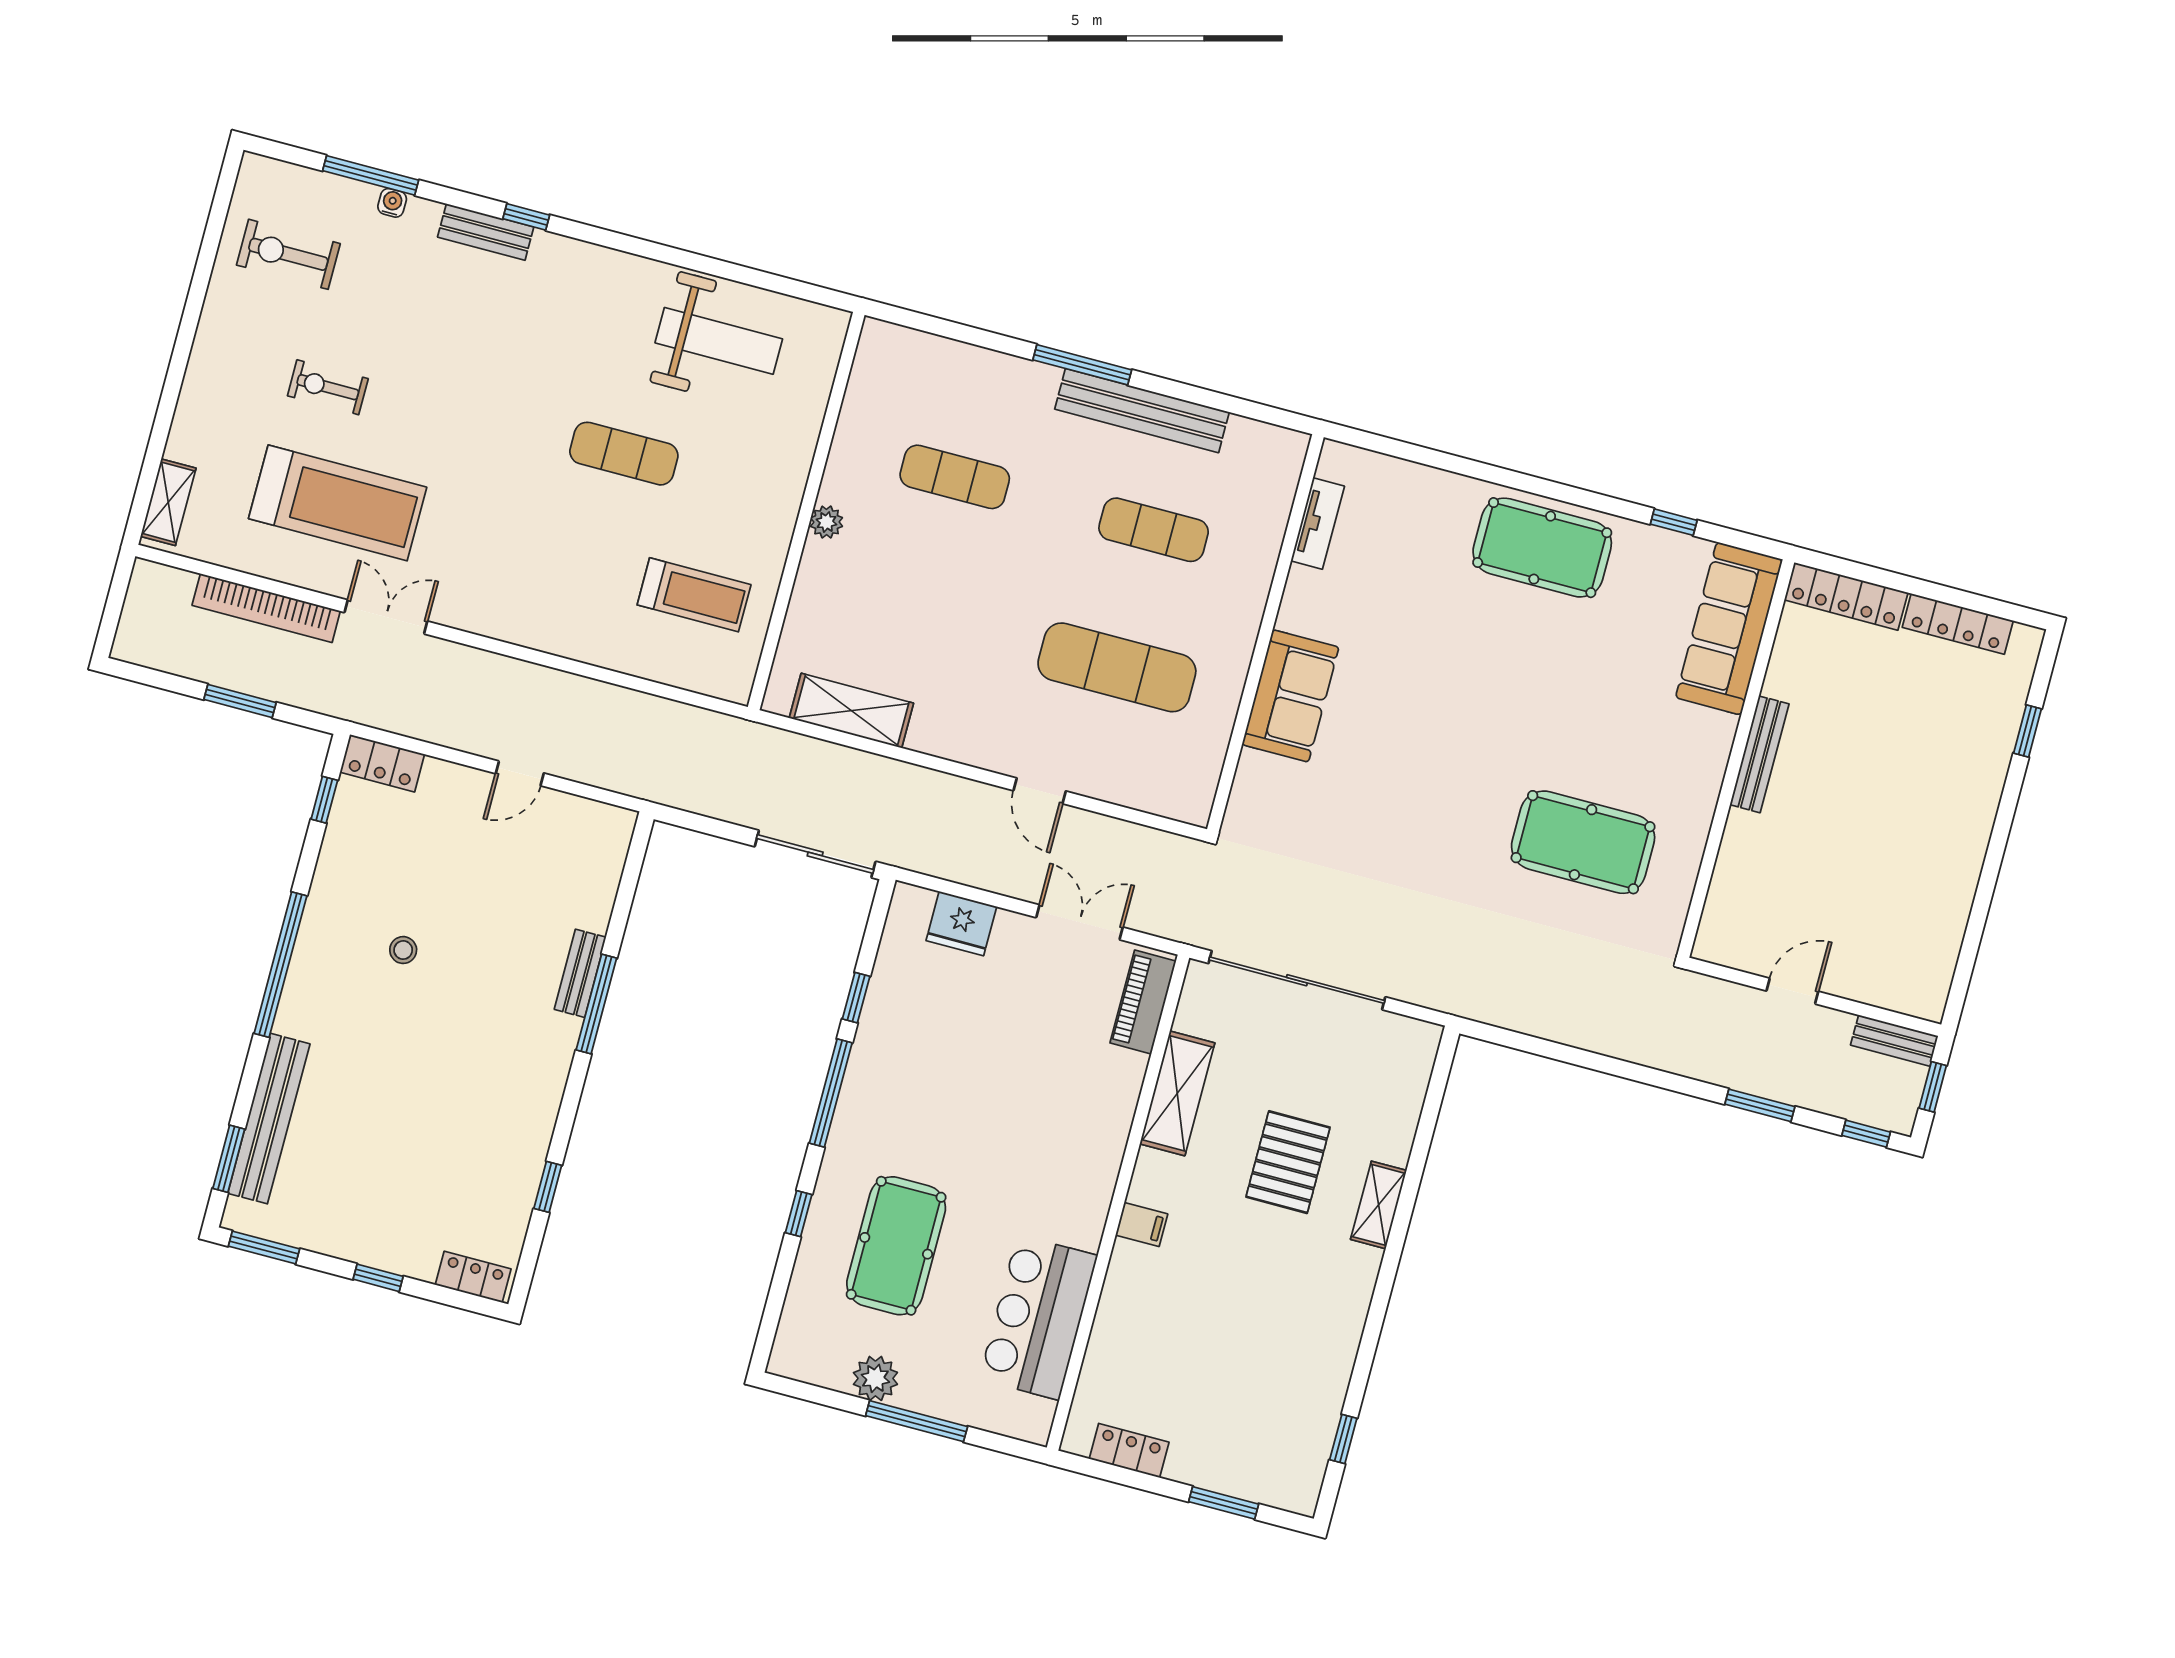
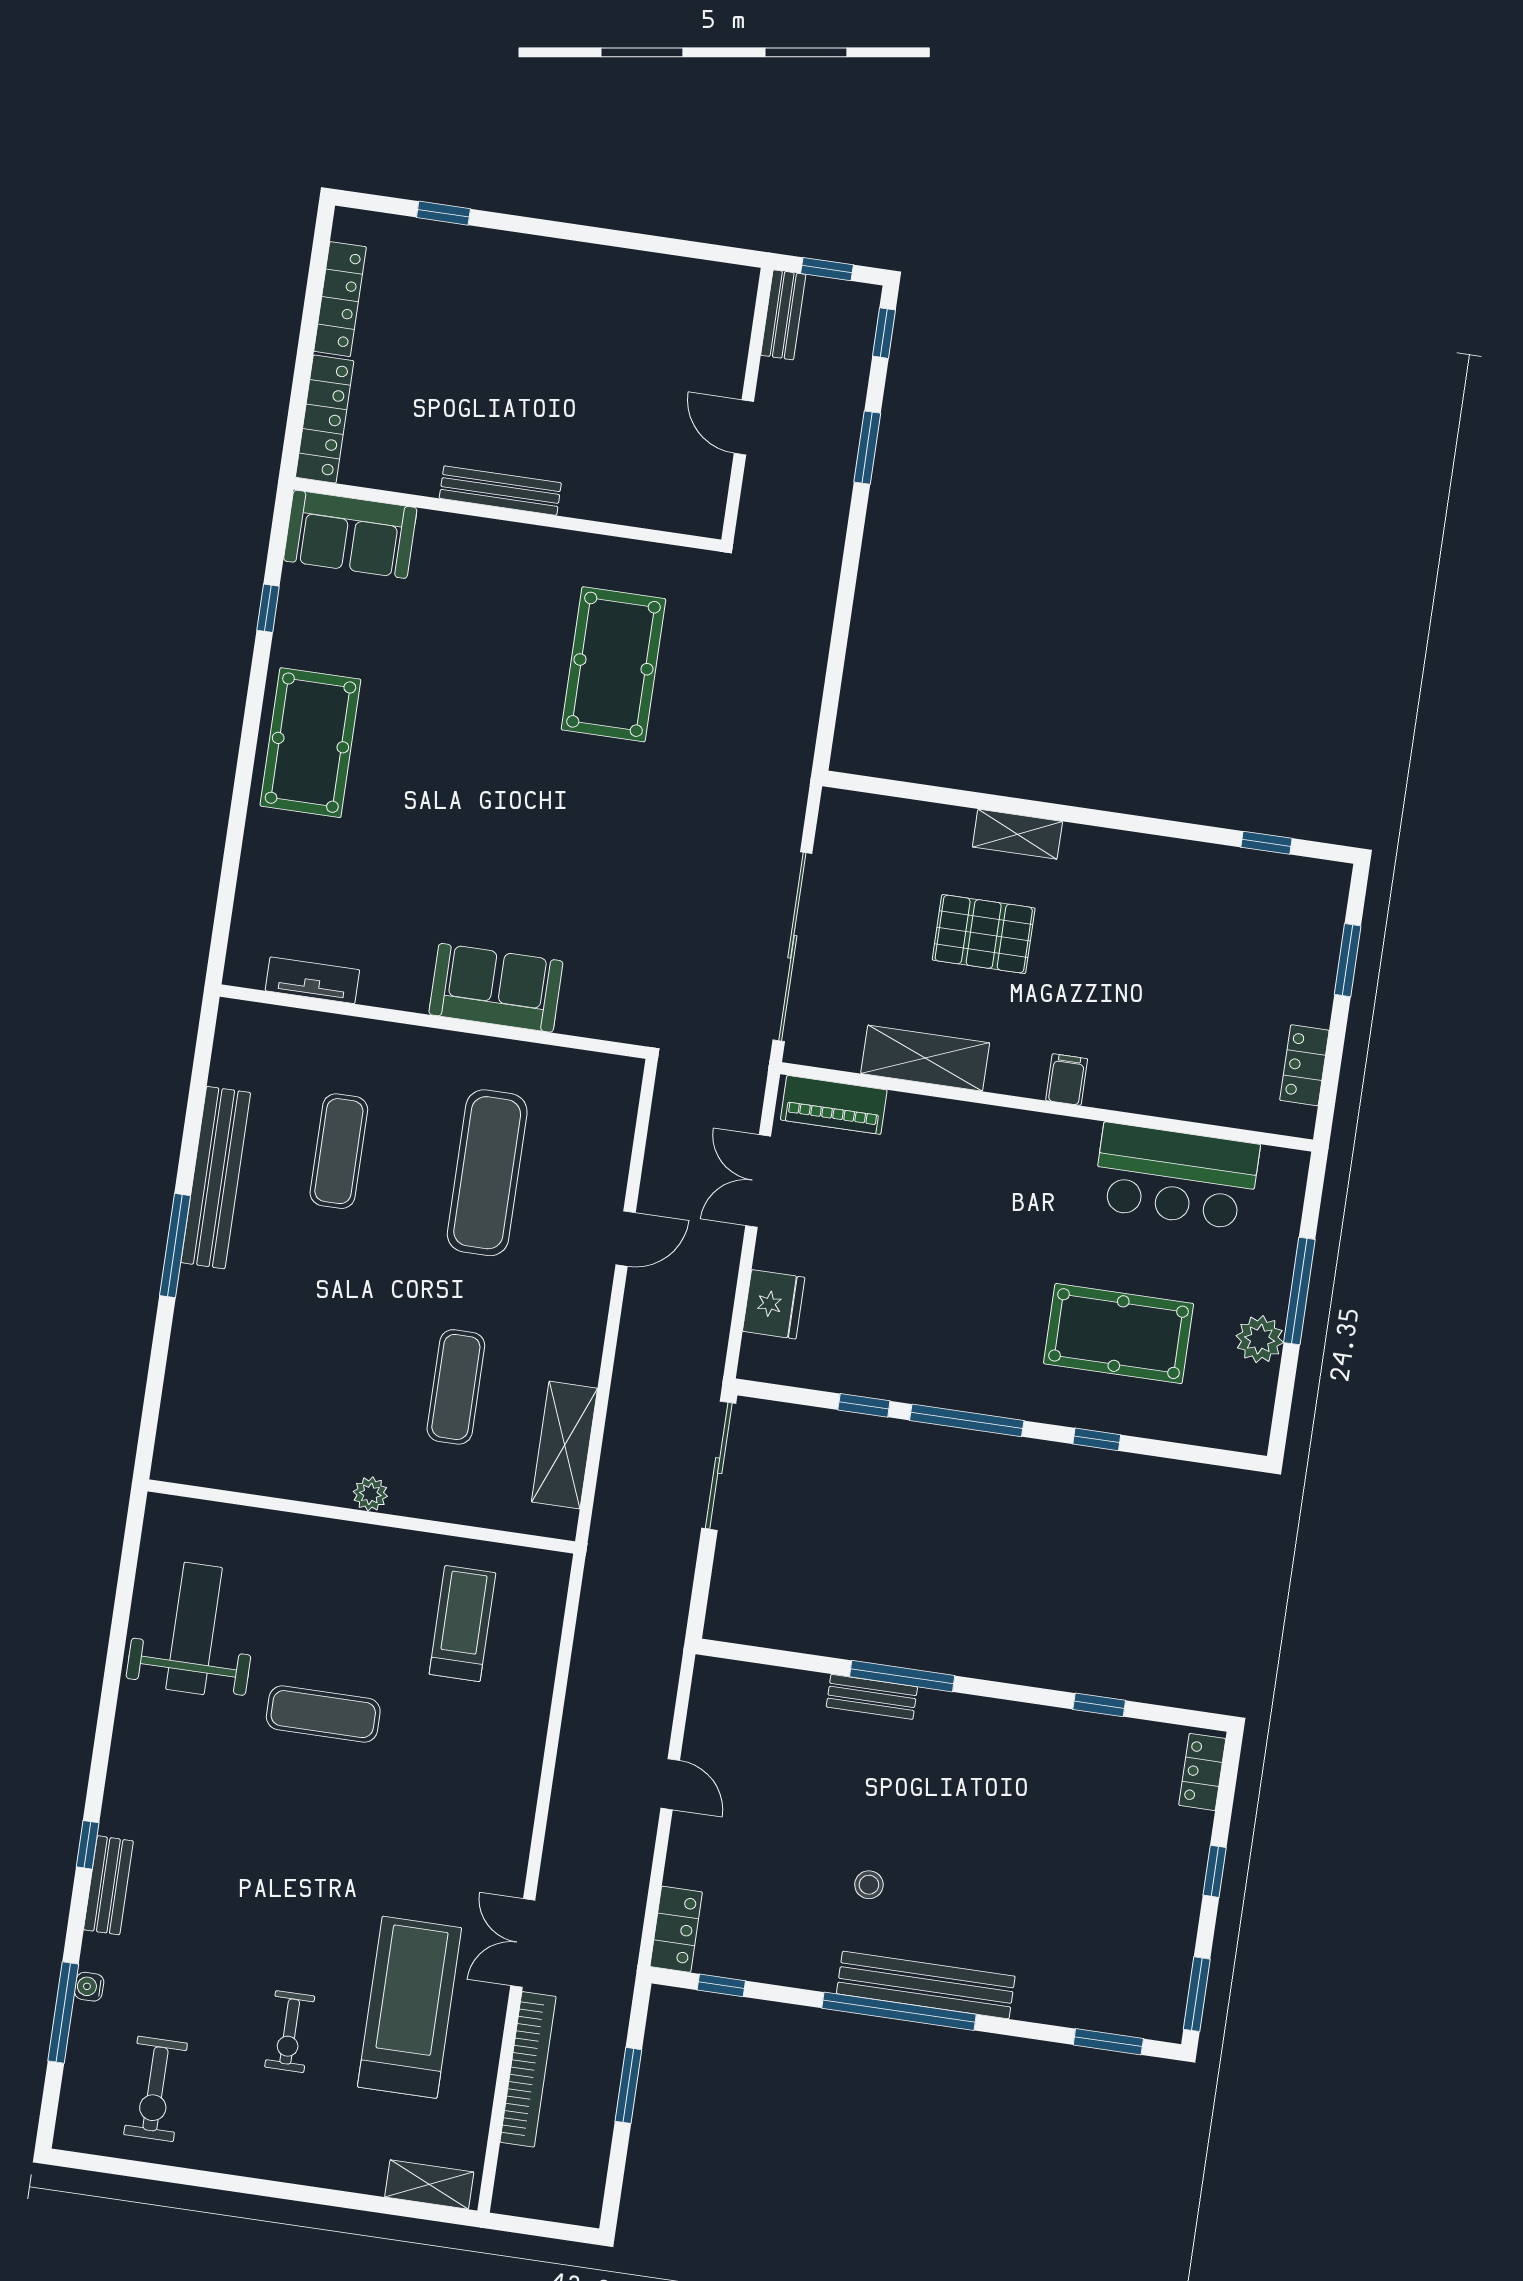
exercise mat: (624, 454) -> (323, 1714), turned 90
exercise mat: (955, 477) -> (456, 1387), moved
sofa: (1729, 629) -> (350, 534), width x0.73
bench: (269, 1119) -> (926, 1985), moved

